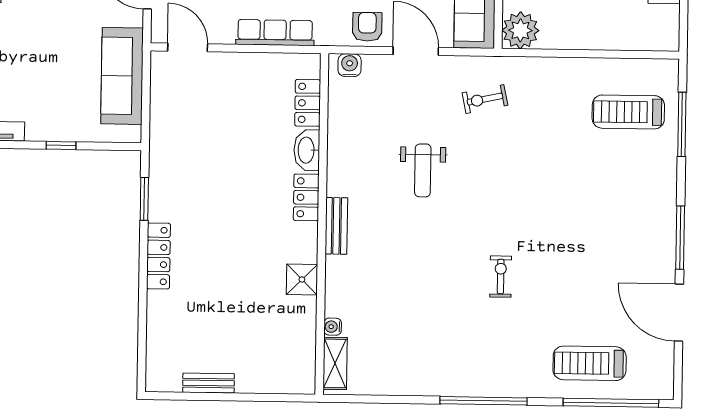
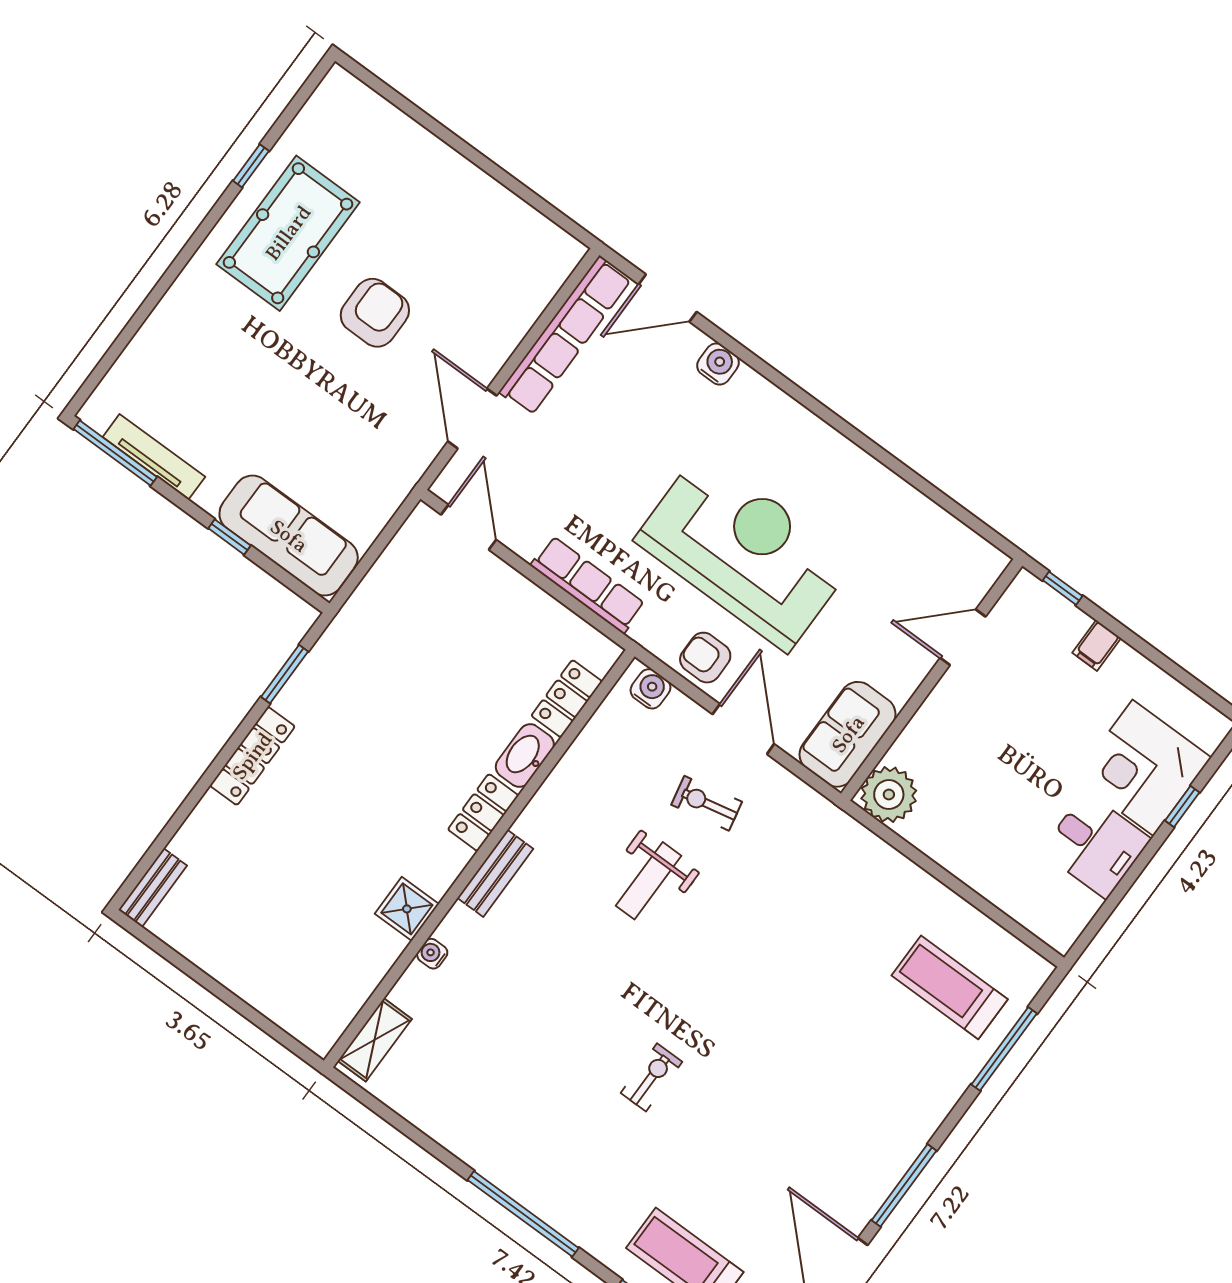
armchair: (367, 27) -> (705, 658), turned -90
sofa: (122, 76) -> (289, 536), moved, turned 90
exercise bike: (485, 99) -> (707, 803), moved
water cooler: (333, 327) -> (432, 954), moved
bench: (208, 383) -> (153, 888), moved, turned 90

